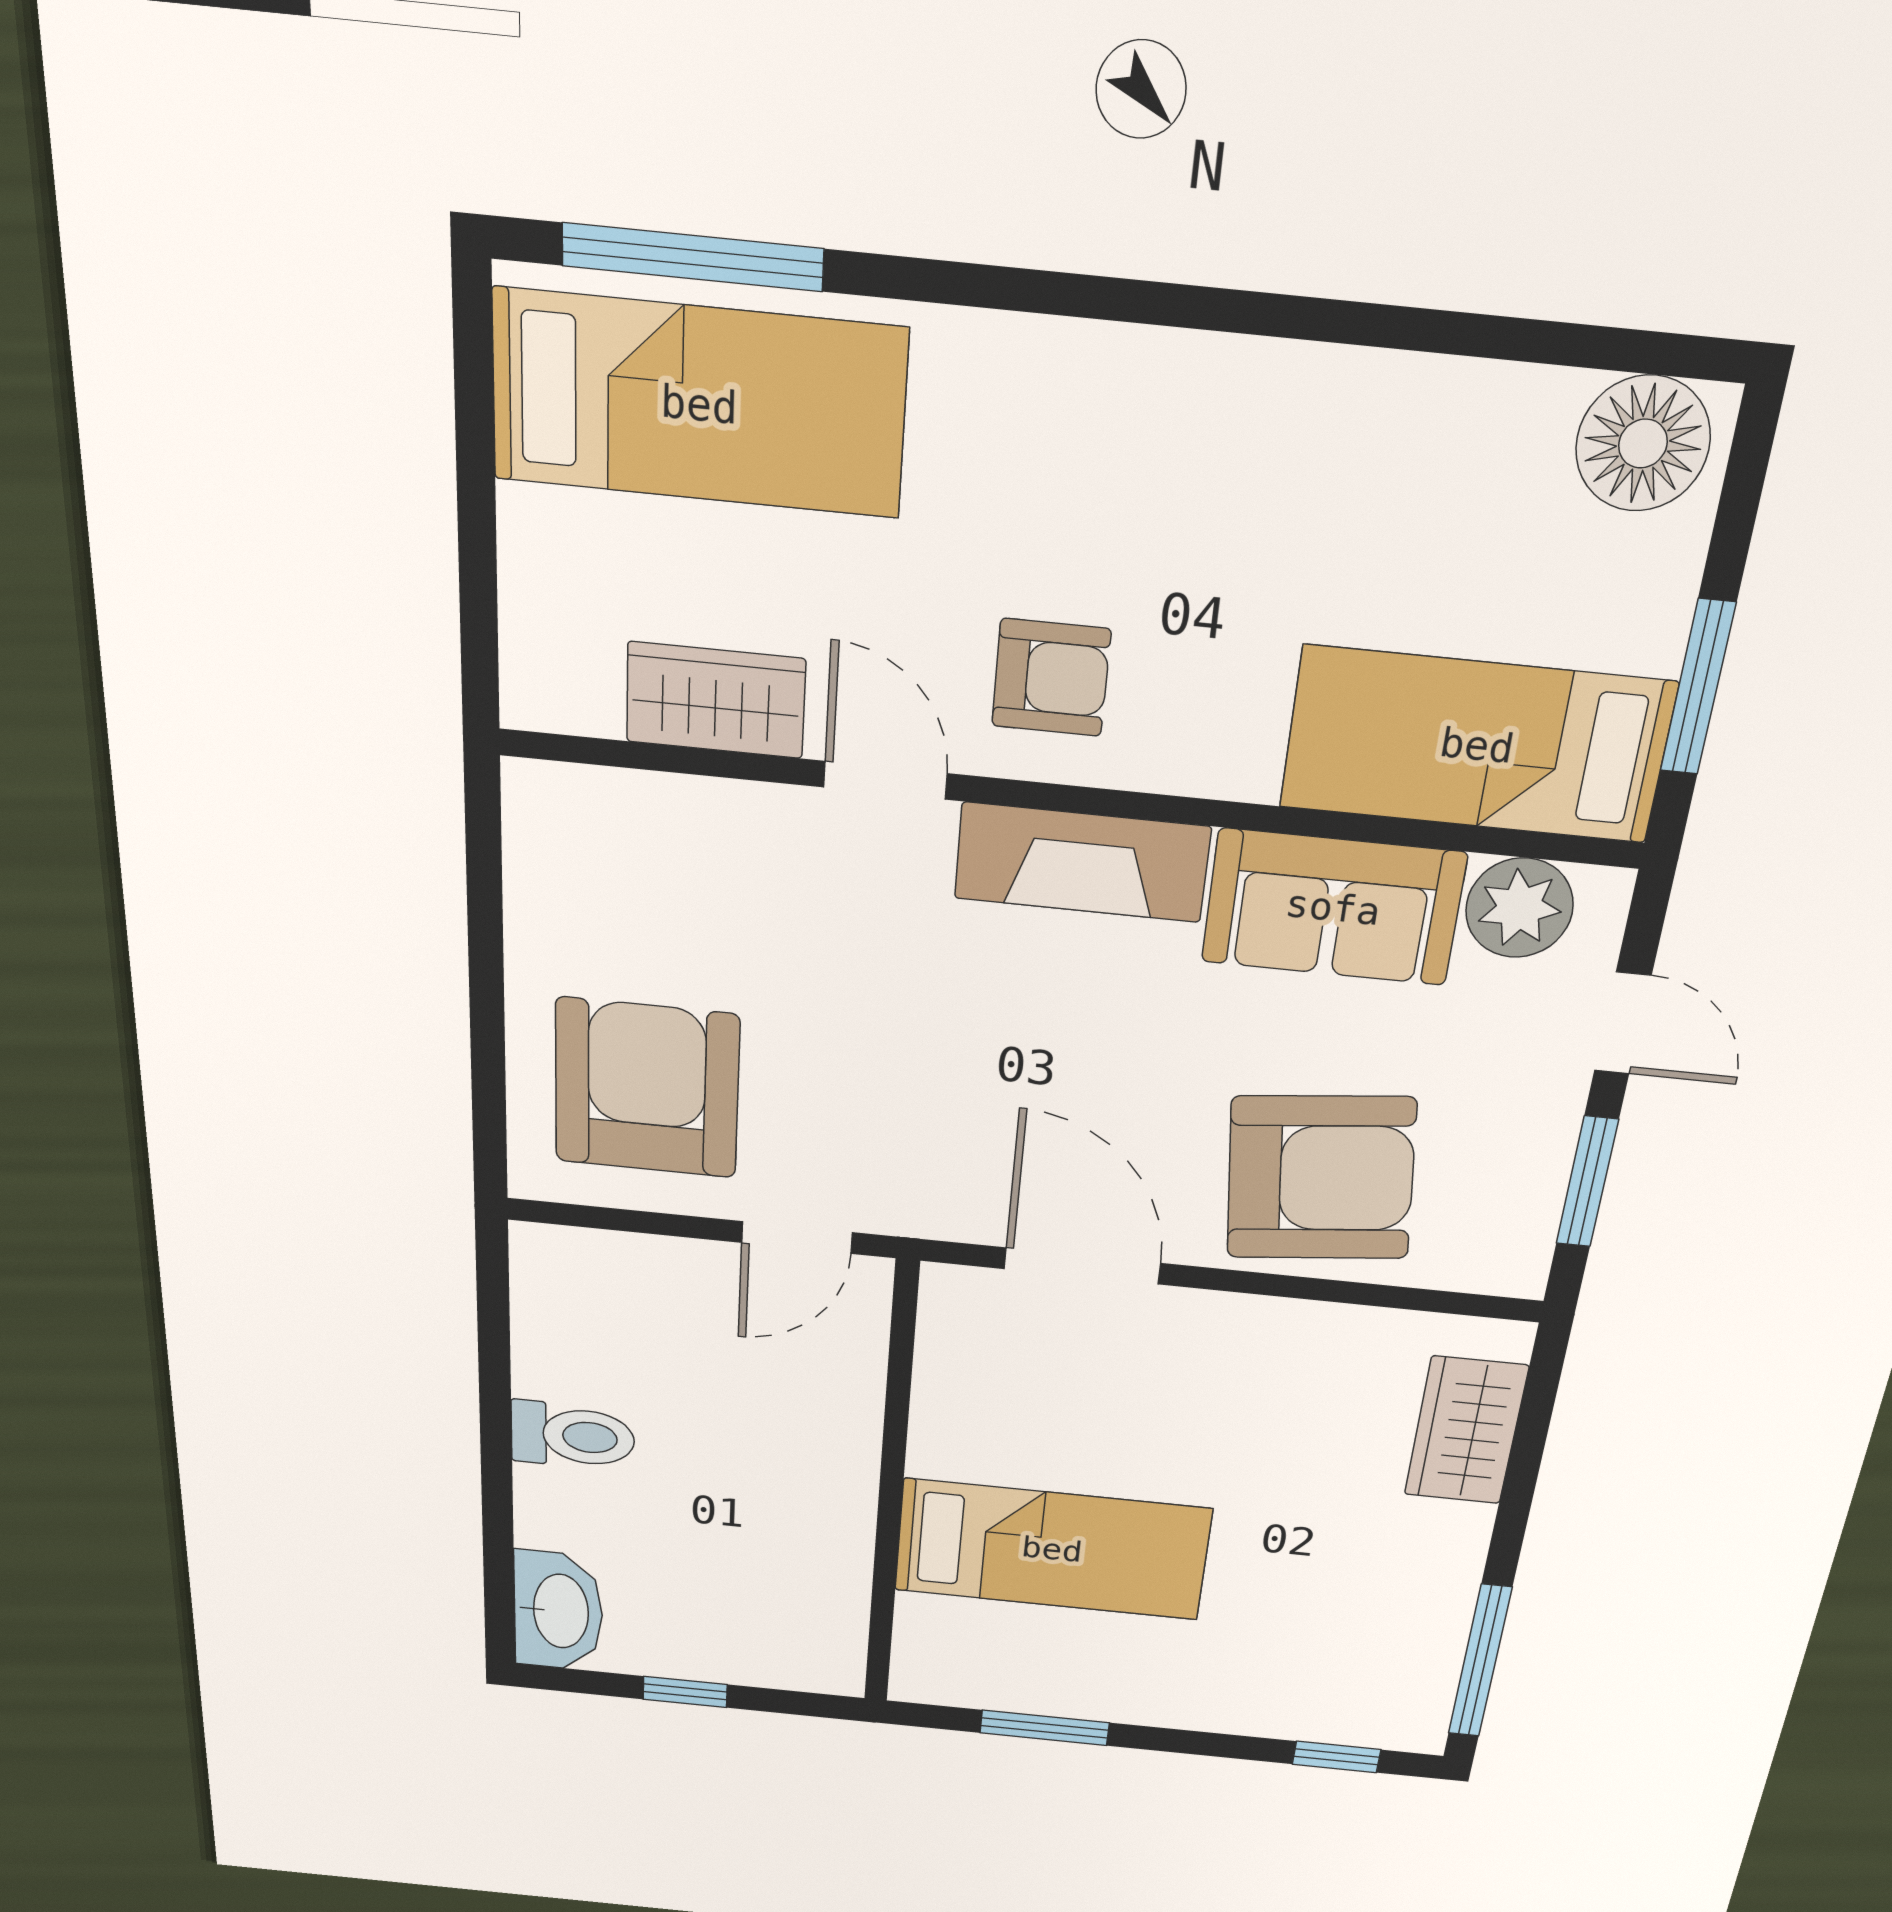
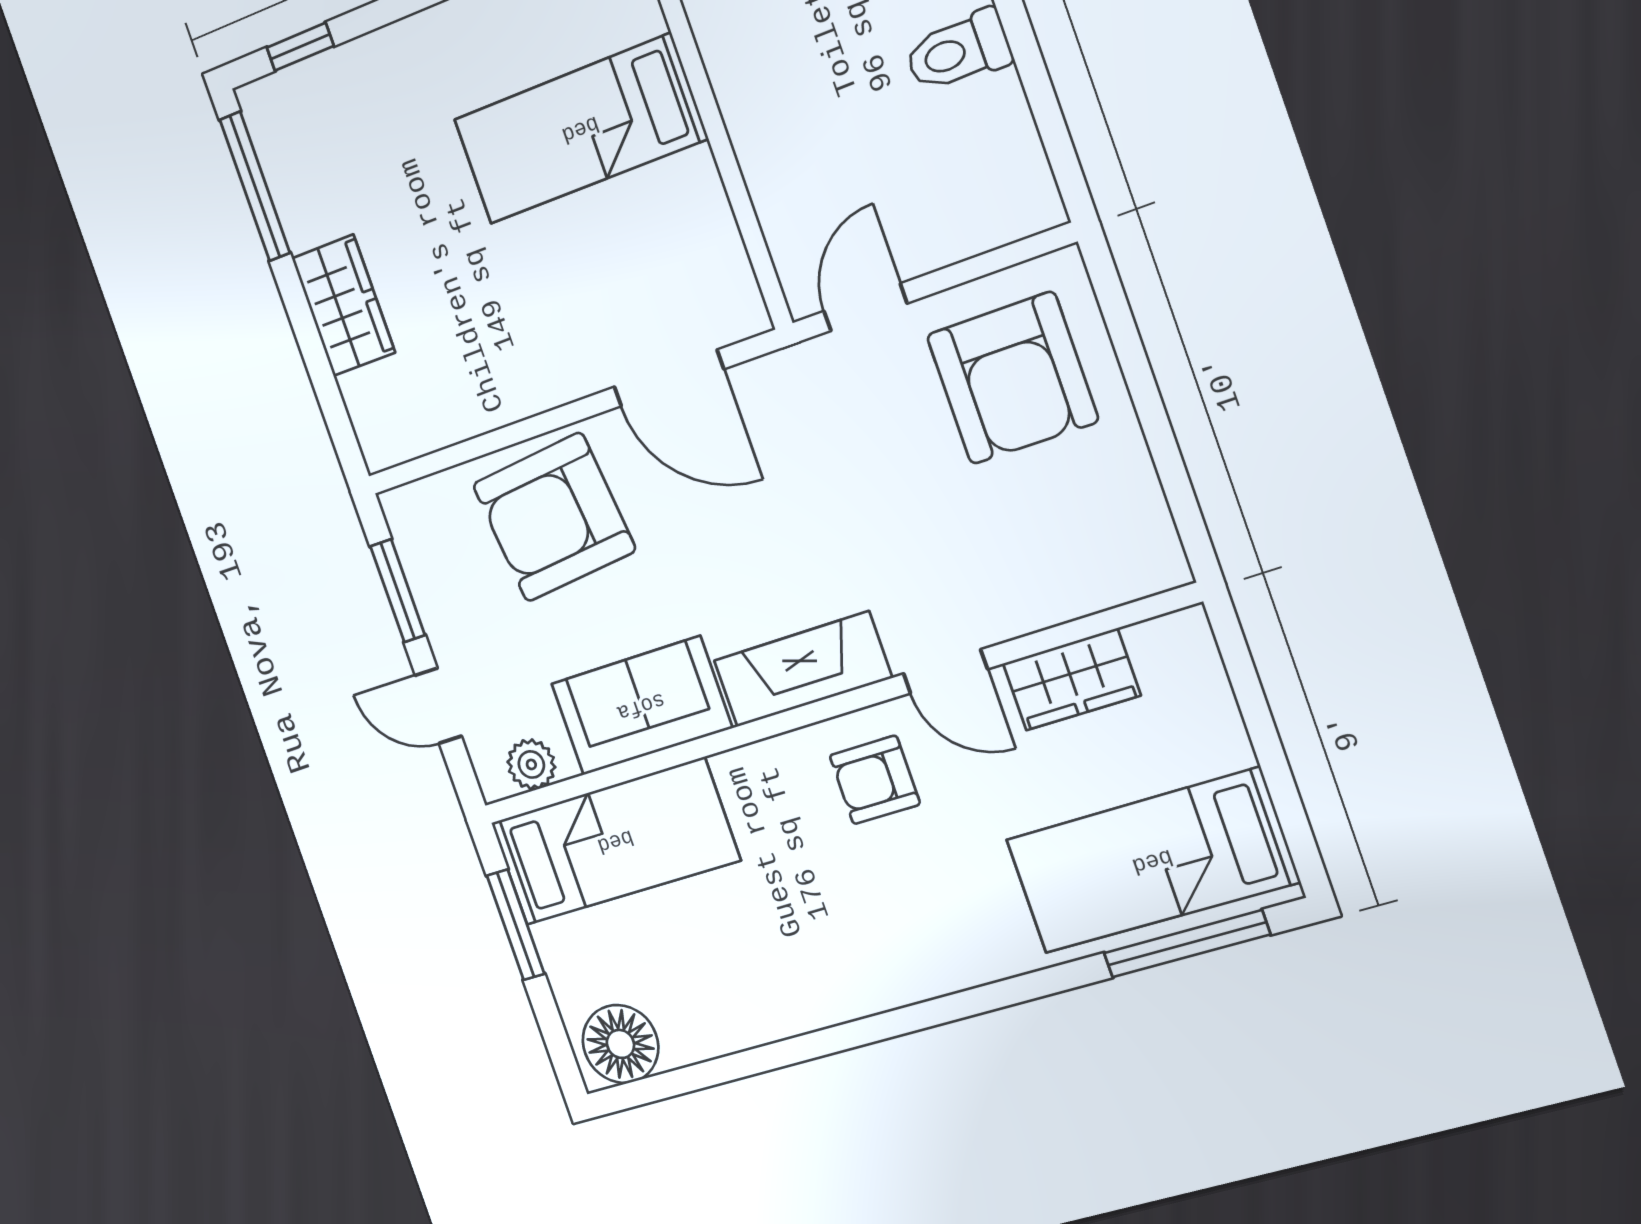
plant: (1519, 908) -> (531, 764), width x0.73, depth x0.73
wardrobe: (1466, 1430) -> (343, 305), moved

